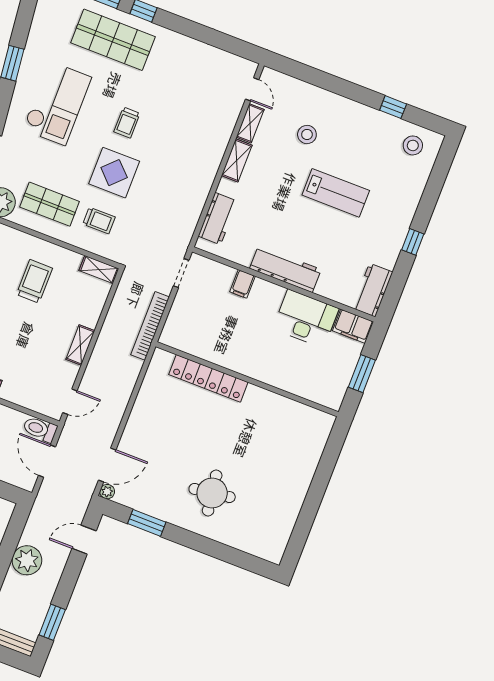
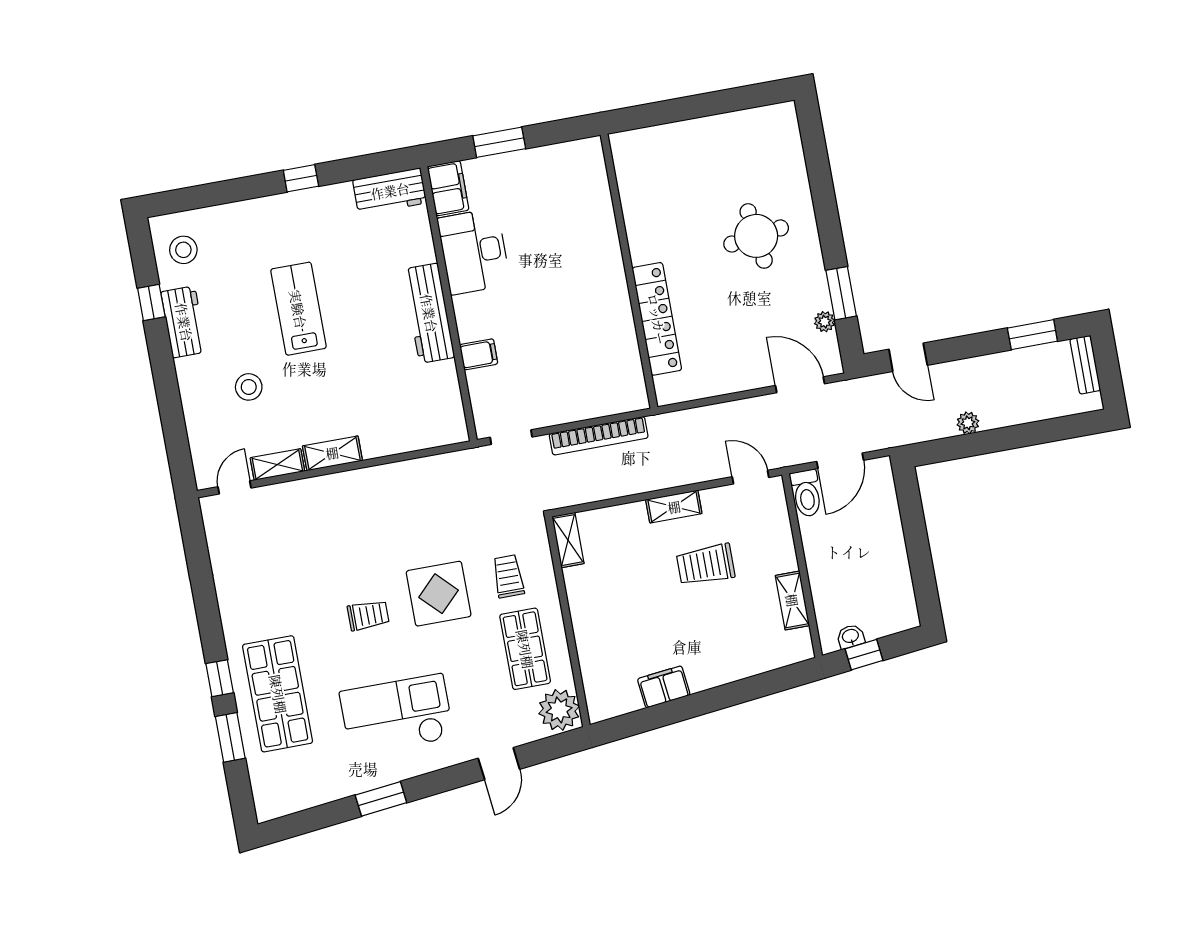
workbench: (218, 219) -> (184, 322), moved, turned 90
trolley: (34, 281) -> (706, 565), moved
locker: (208, 378) -> (657, 319), moved
wall: (247, 379) -> (629, 271), moved
plant: (107, 492) -> (825, 322), moved
plant: (27, 560) -> (968, 423), width x0.53, depth x0.53

